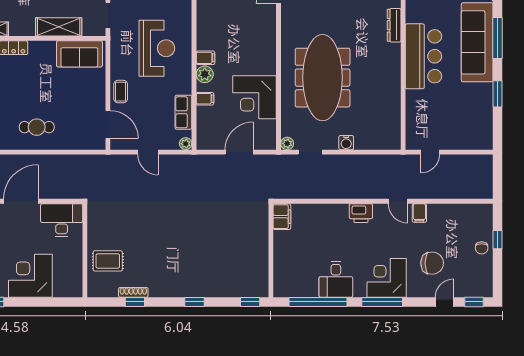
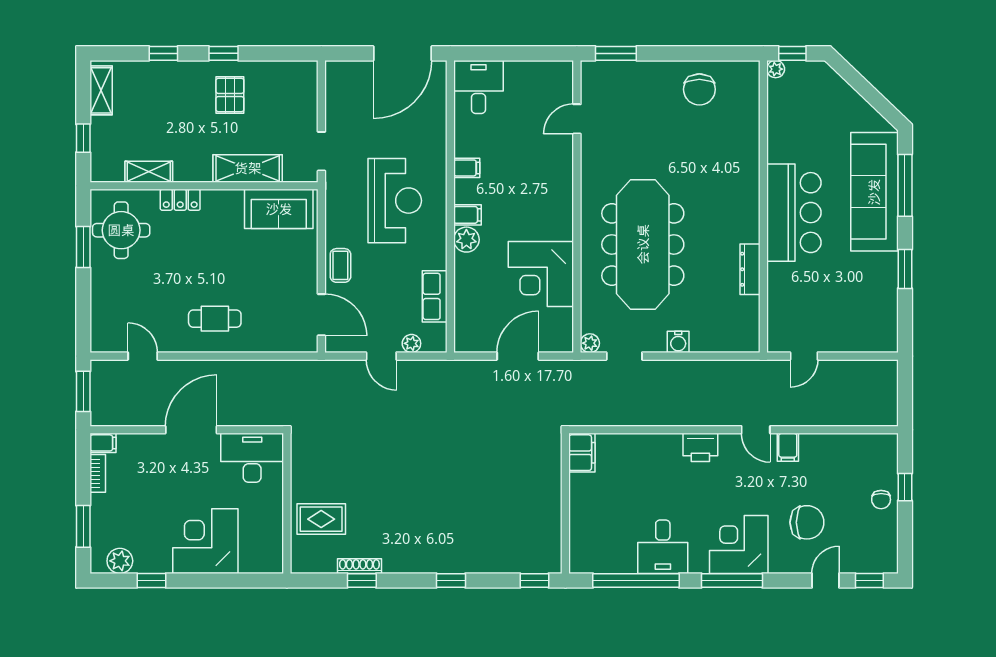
dresser: (394, 25) -> (750, 269), moved
filing cabinet: (205, 99) -> (467, 168), moved
plant: (186, 144) -> (411, 343), moved

